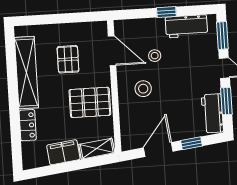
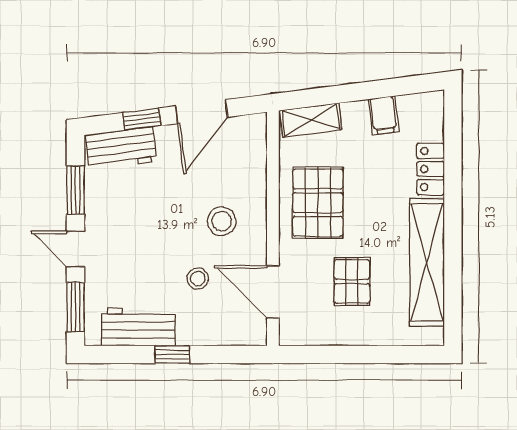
pallet: (90, 102) -> (318, 203), turned 90
workbench: (212, 113) -> (121, 148), moved, turned 83
filing cabinet: (63, 152) -> (384, 115), width x0.50

